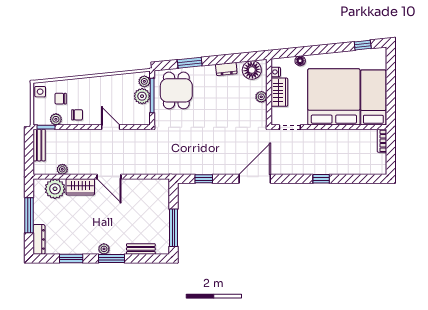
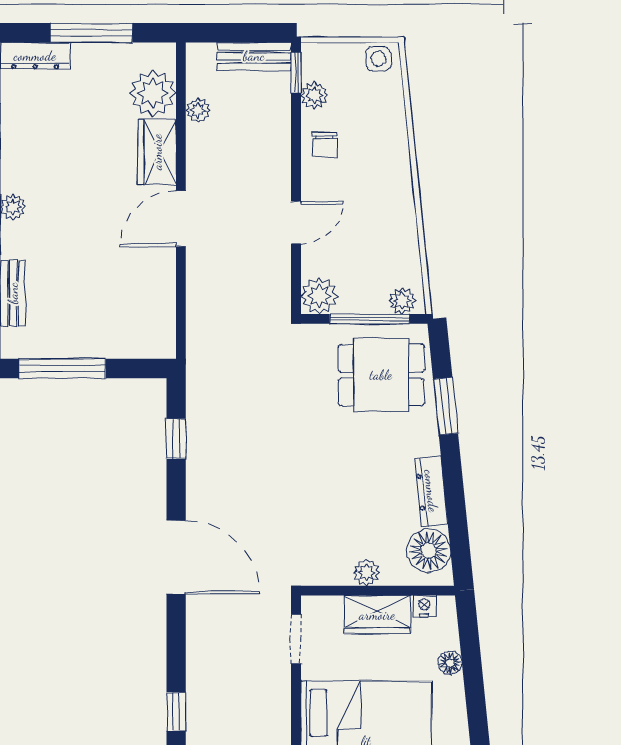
dresser: (226, 69) -> (431, 491), width x1.44
plant: (142, 96) -> (319, 296), moved
chair: (61, 99) -> (362, 106), removed

